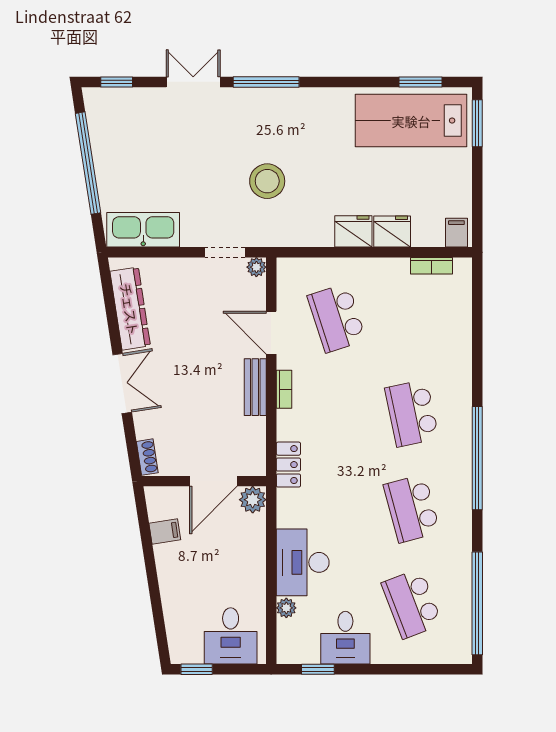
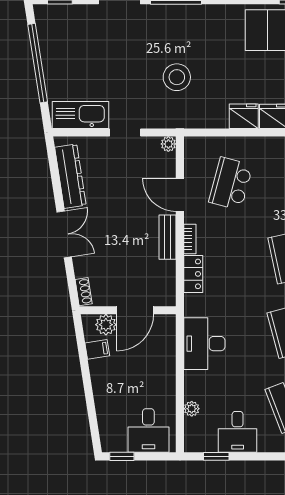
doorway: (225, 252) -> (125, 133), moved
school desk: (337, 318) -> (231, 184), turned 33
locker: (288, 465) -> (193, 274), moved
plant: (253, 500) -> (106, 325), moved
desk: (303, 562) -> (204, 344), moved

